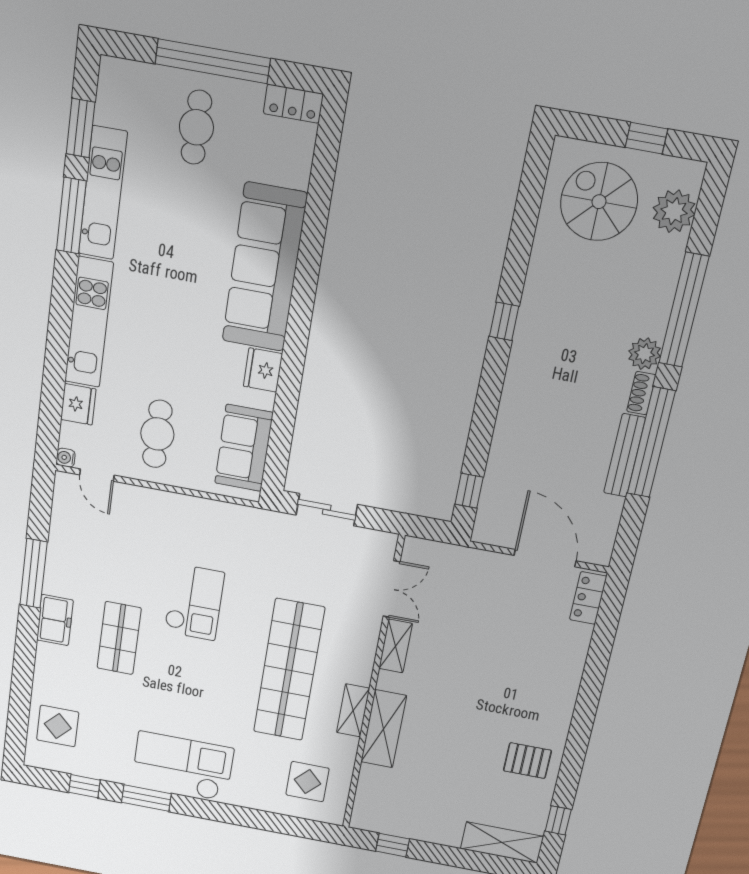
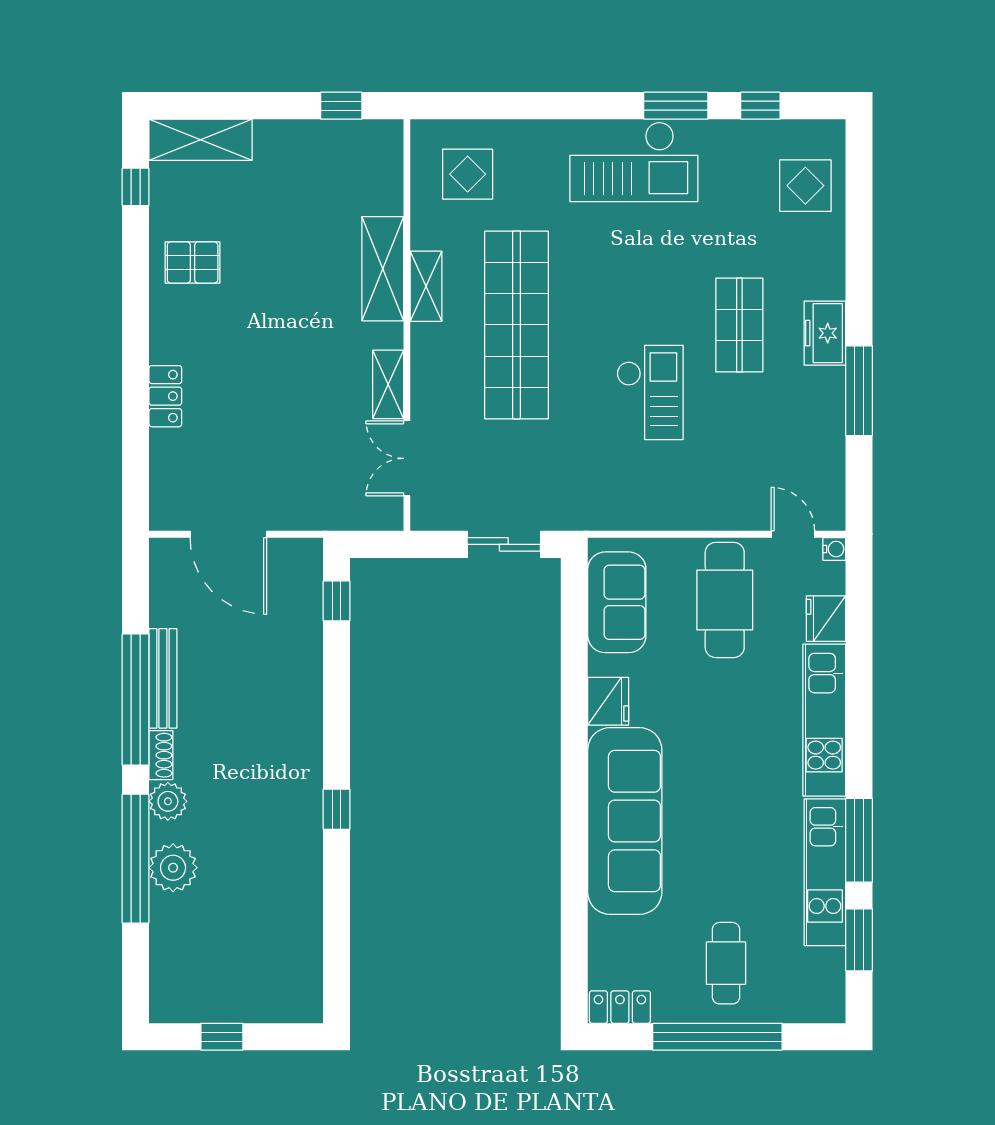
spiral stairs: (599, 202) -> (258, 961), removed
plant: (674, 211) -> (173, 868), moved
cafe table: (157, 434) -> (725, 600), width x1.37, depth x1.35
locker: (588, 598) -> (165, 396), moved
checkout: (194, 602) -> (650, 392), turned 180

